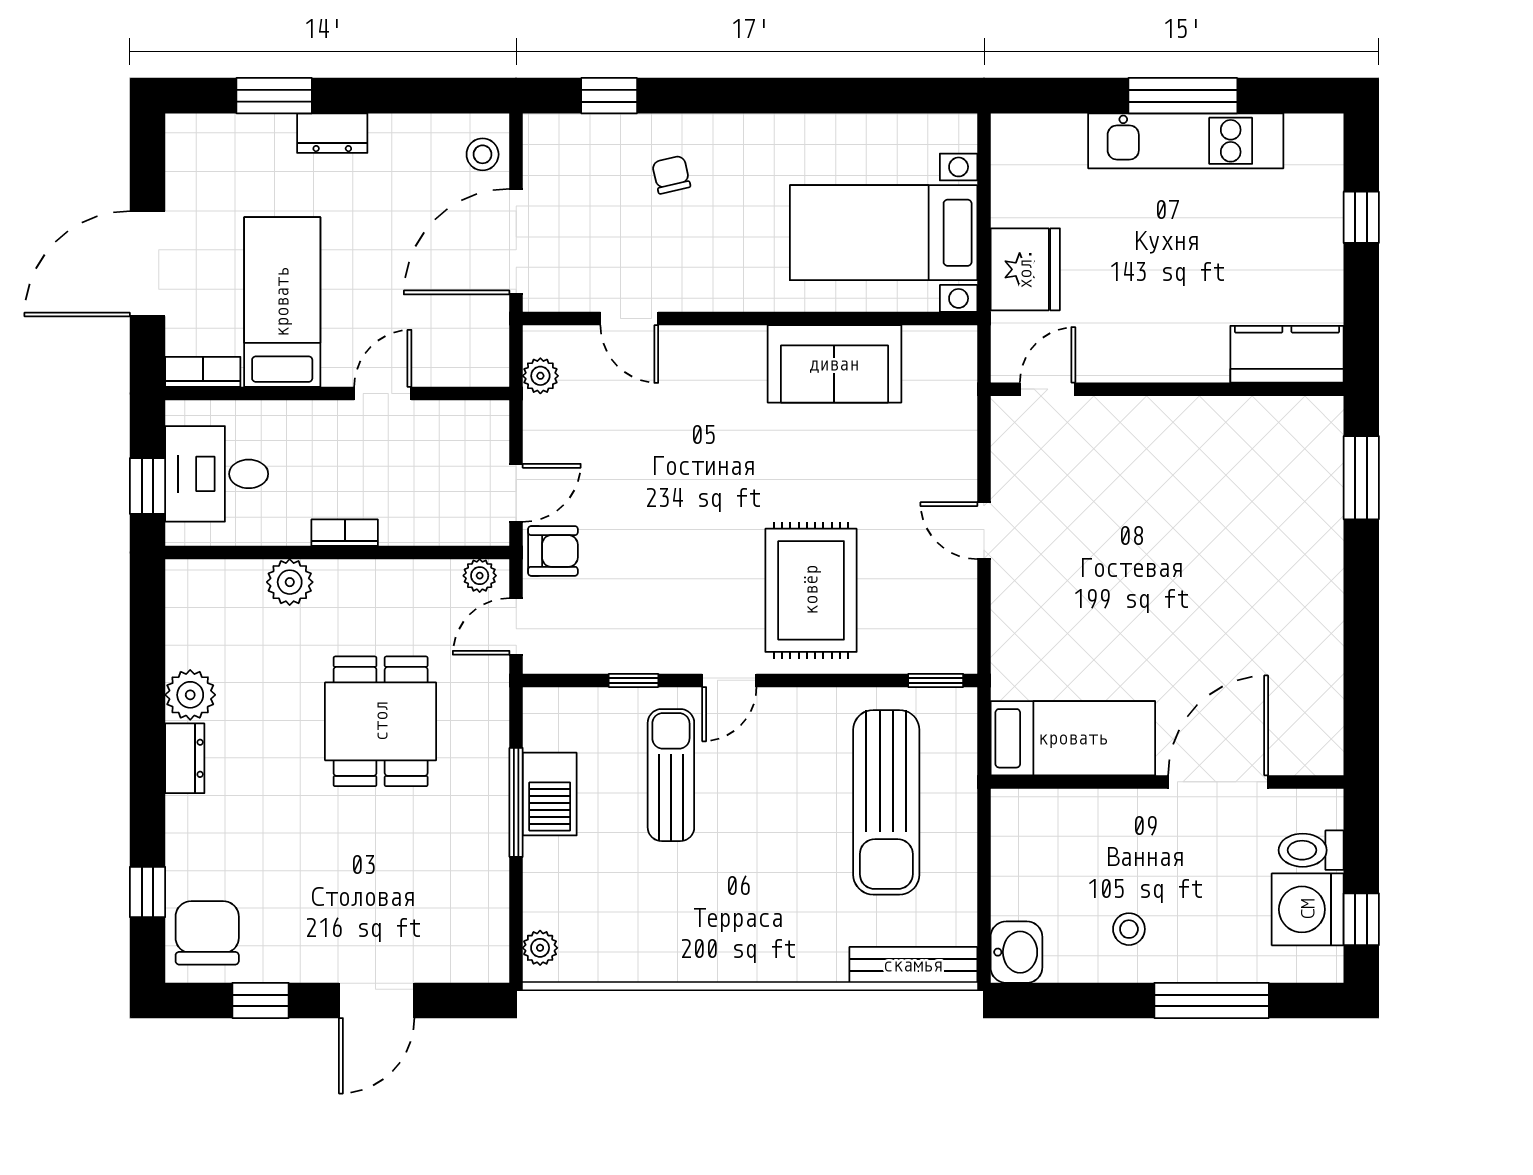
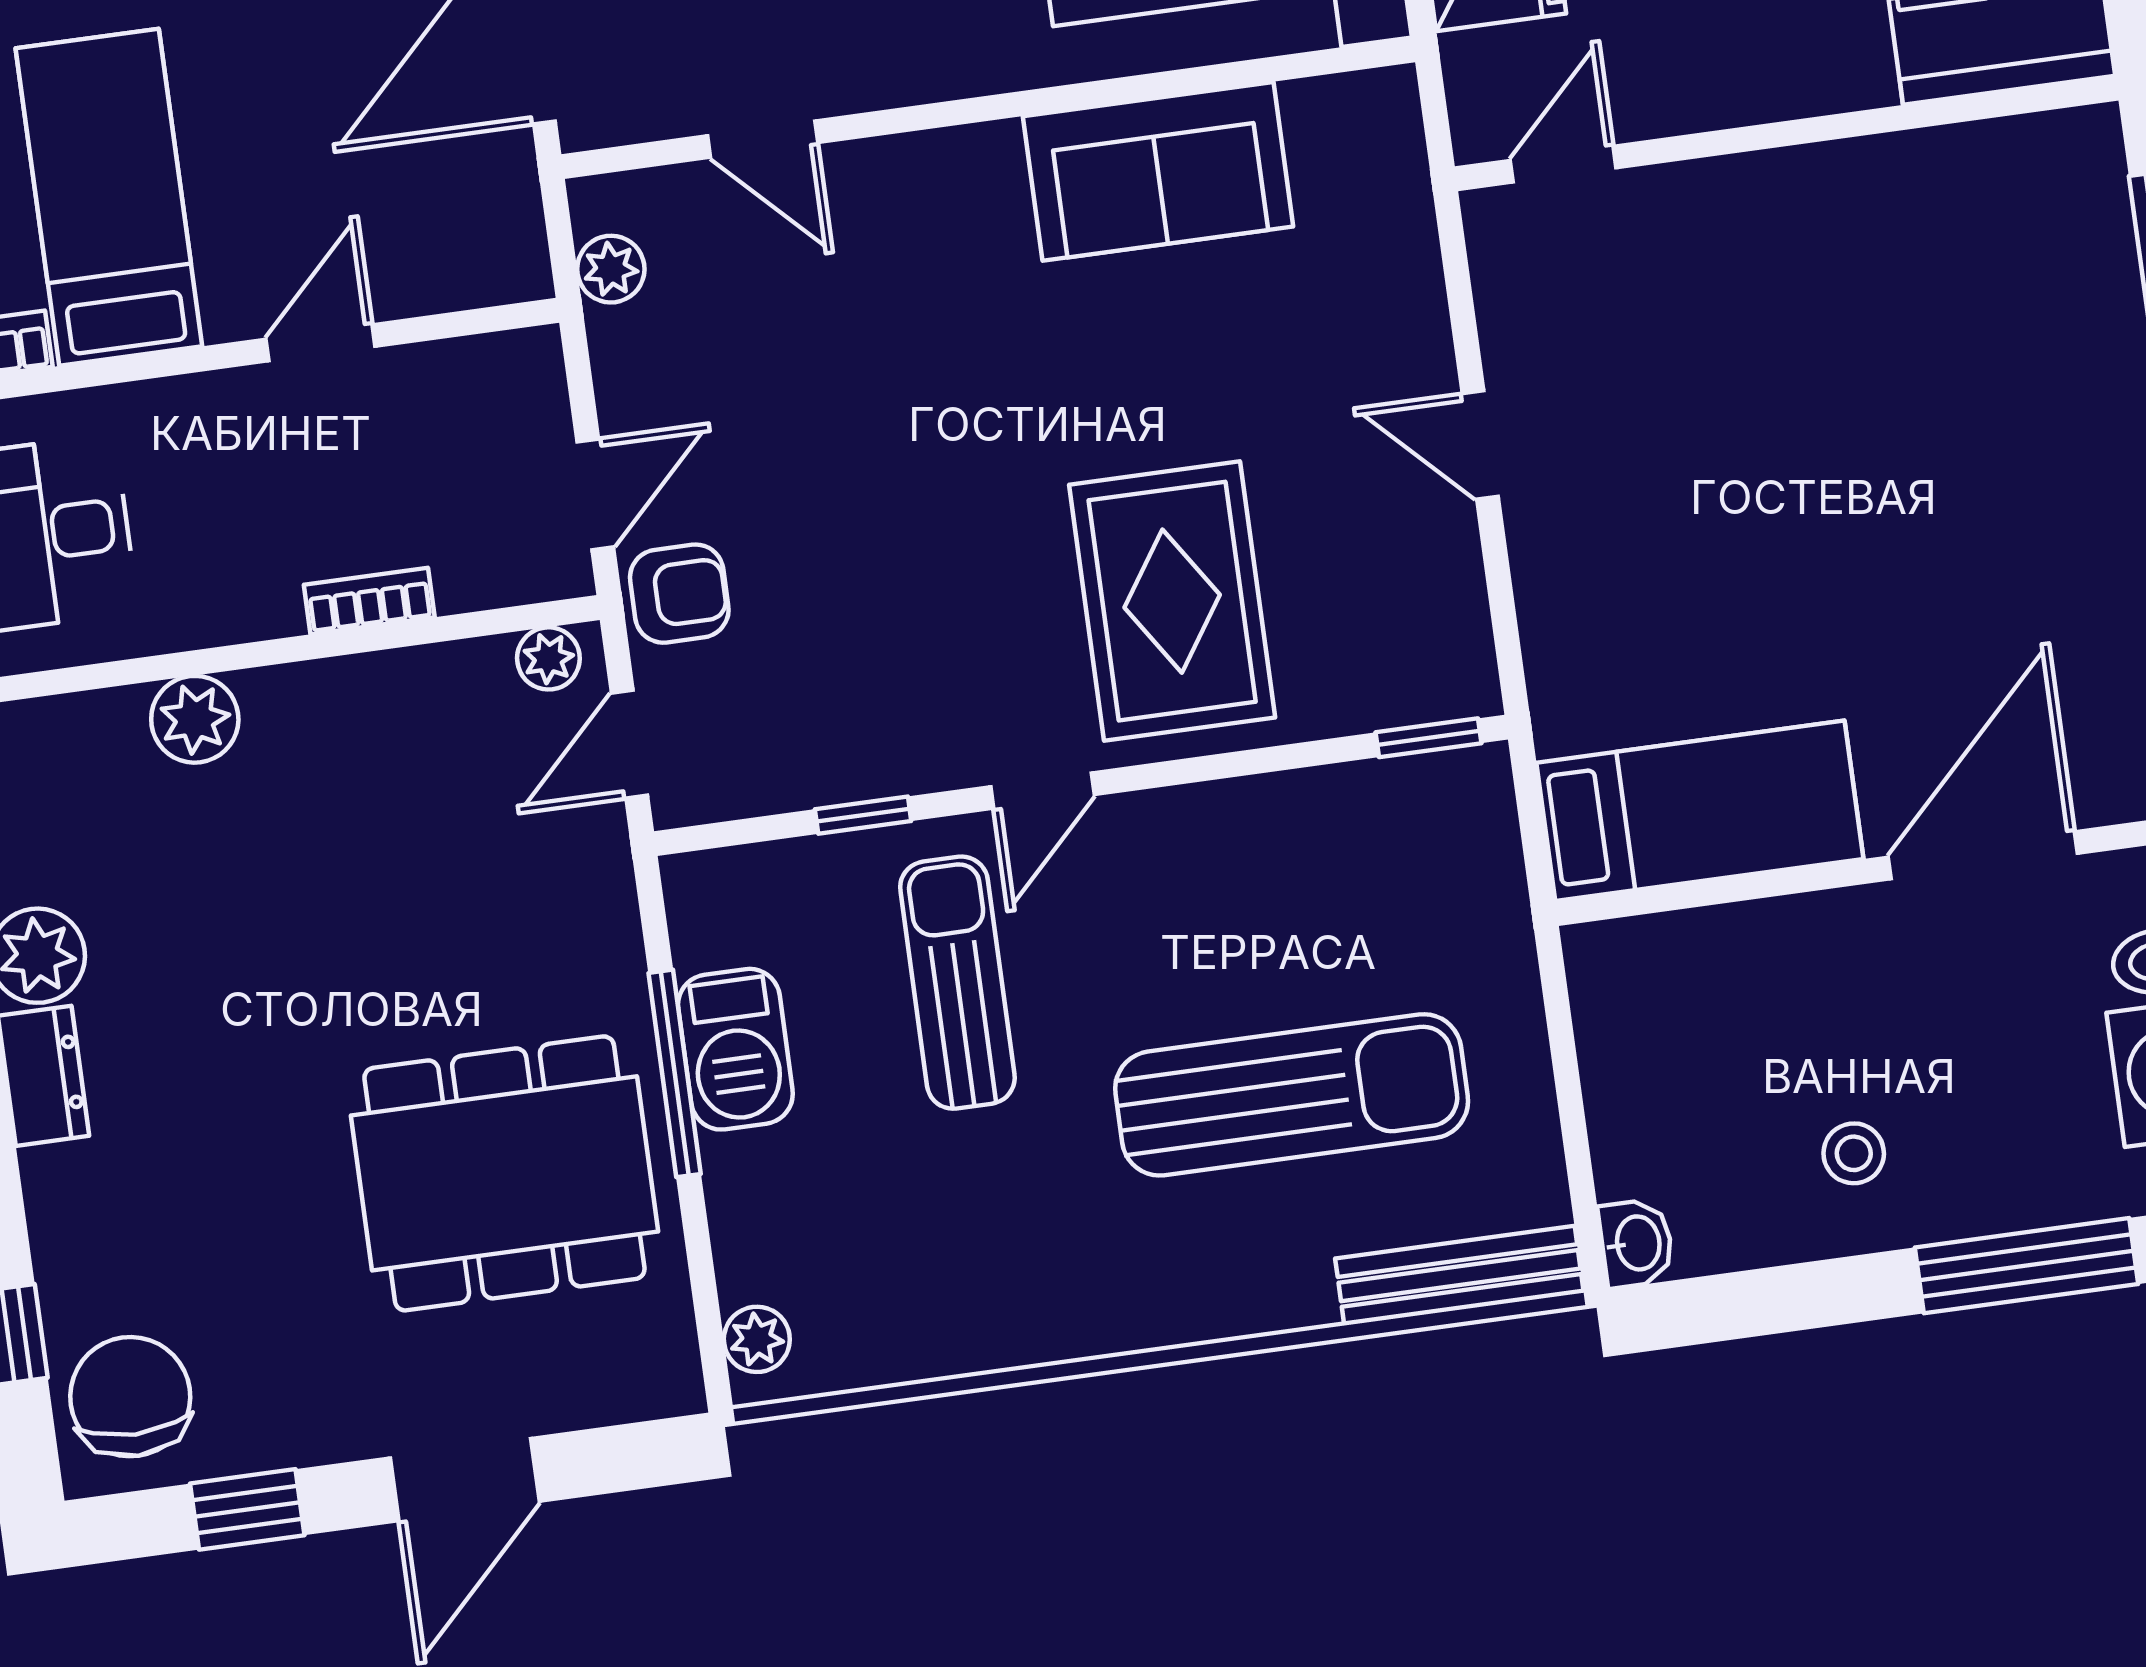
bookcase: (345, 533) -> (369, 601), moved
dining table: (381, 721) -> (504, 1173), moved, width x1.38
sun lounger: (886, 802) -> (1292, 1095), moved, turned -90
washbasin: (1016, 952) -> (1636, 1243), width x0.72, depth x0.69

